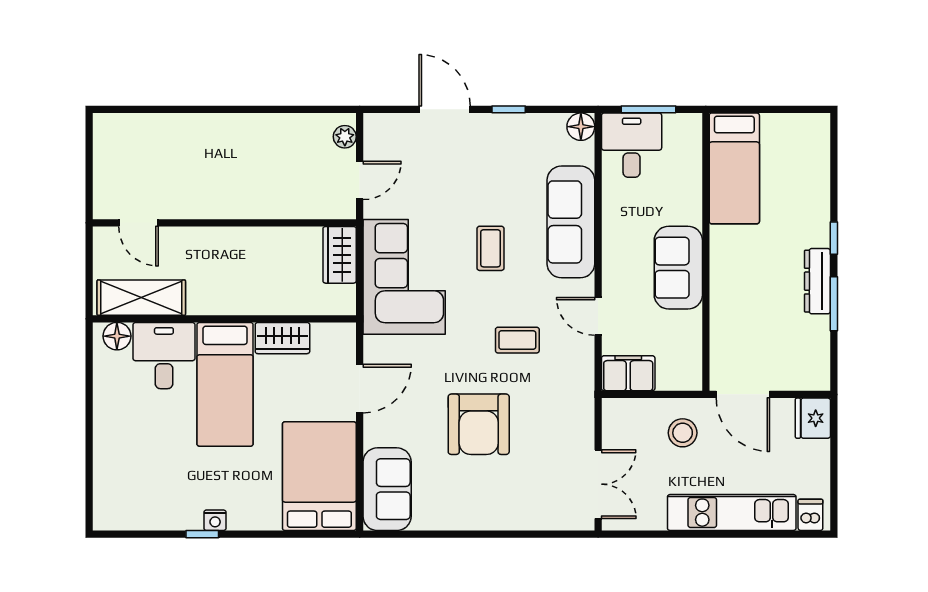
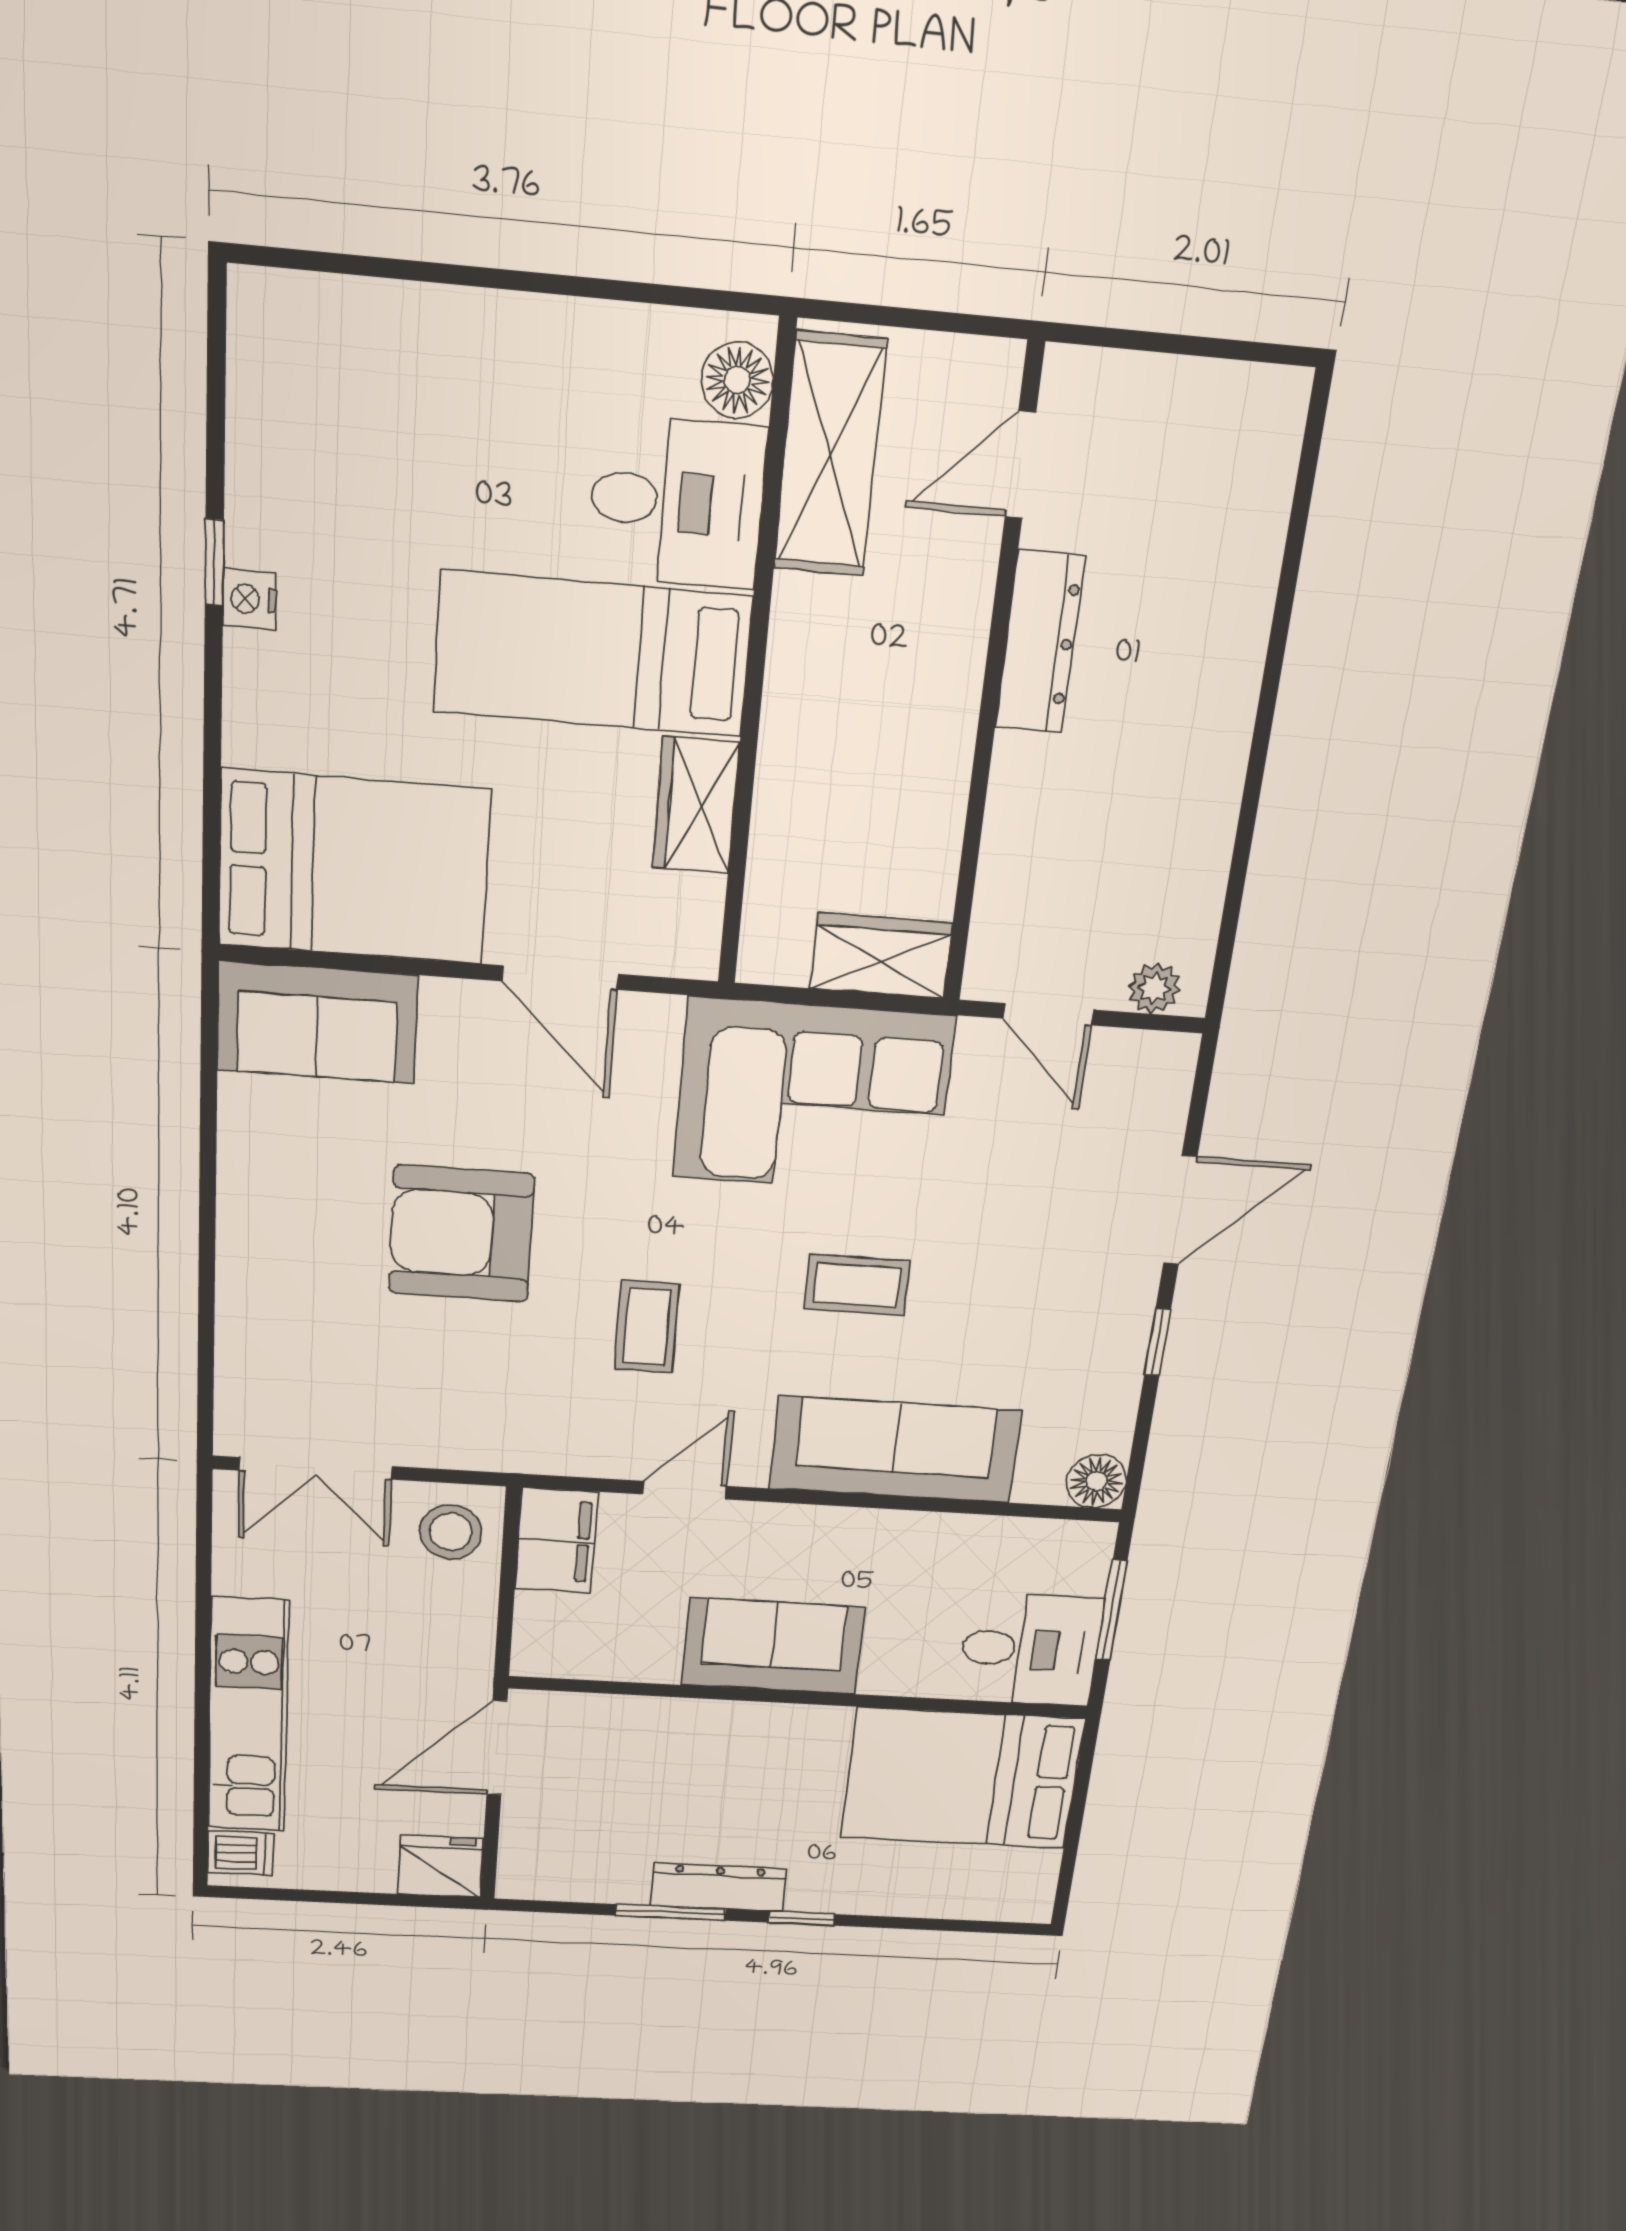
desk: (632, 145) -> (1030, 1649), moved
bed: (734, 168) -> (962, 1778), width x1.50
dresser: (205, 206) -> (1040, 642), added
stool: (683, 433) -> (451, 1532), moved

